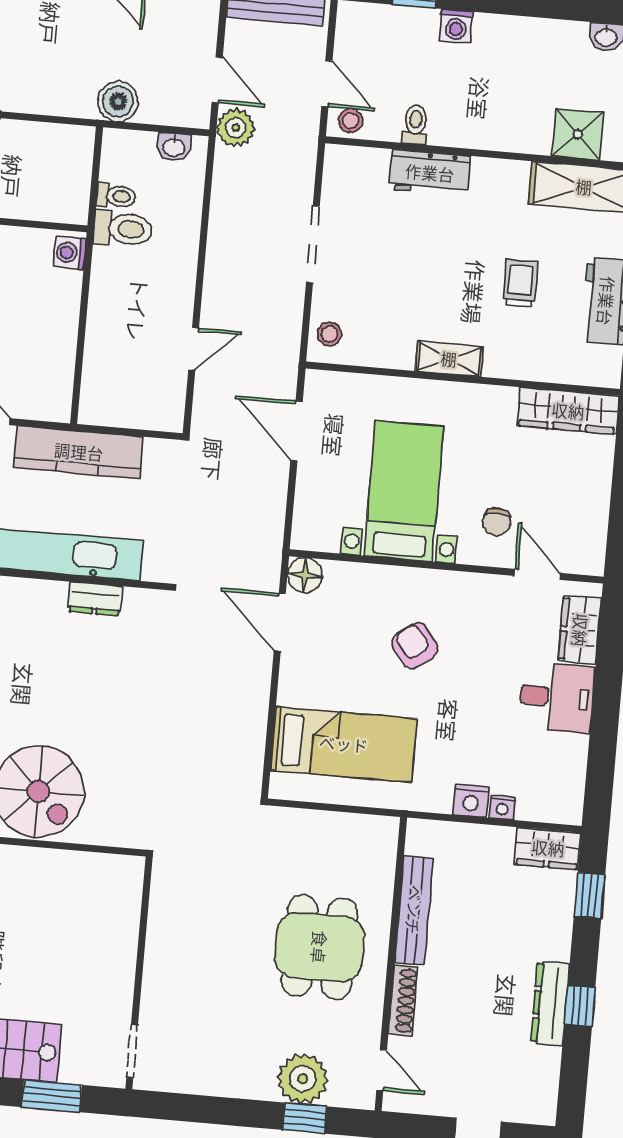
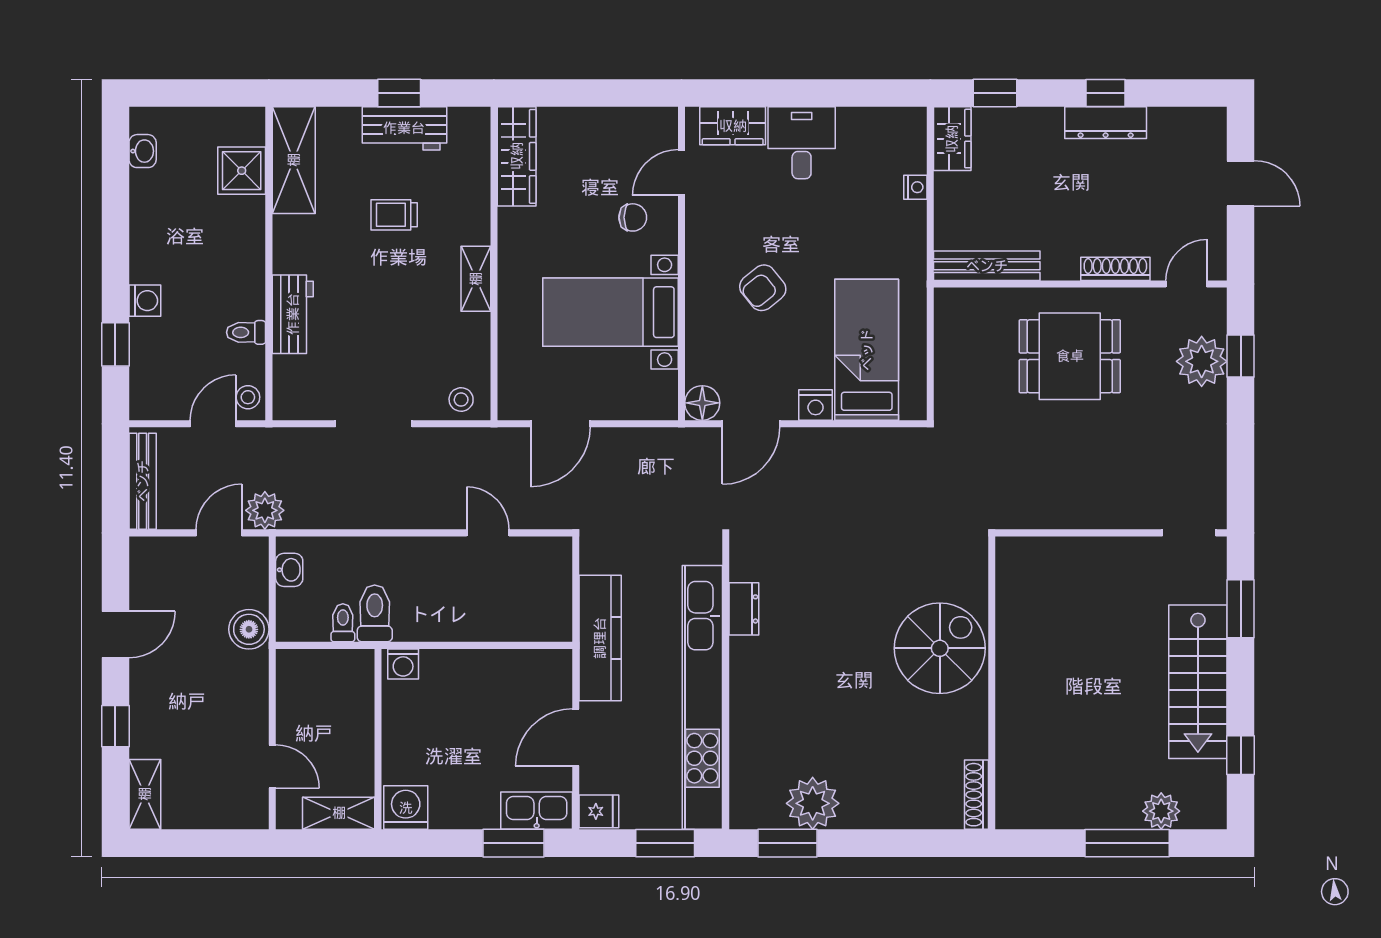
nightstand: (471, 801) -> (816, 405), moved, turned 90
bench: (414, 910) -> (987, 266), moved

